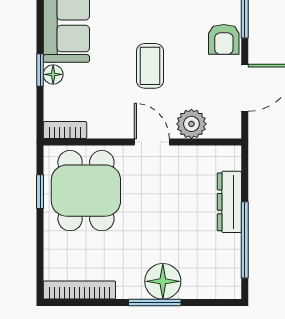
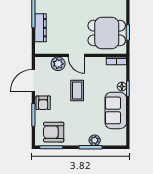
armchair: (224, 39) -> (43, 103), turned 180
dining table: (86, 191) -> (107, 33), turned 90

